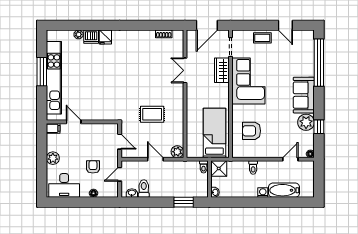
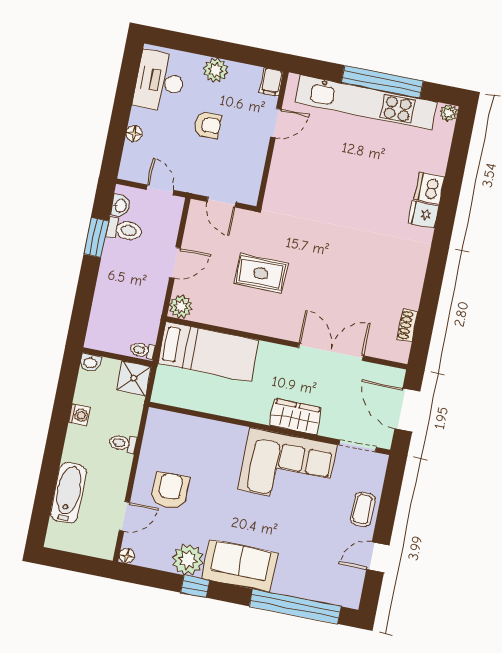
plant: (79, 34) -> (449, 113), moved
double door: (185, 70) -> (331, 352), width x1.37
wardrobe: (222, 70) -> (295, 417), moved
window: (42, 72) -> (382, 82), width x1.46
rug: (152, 114) -> (261, 273), turned 90
window: (319, 127) -> (195, 586), moved
armchair: (252, 131) -> (170, 491), moved
bed: (214, 133) -> (208, 352), moved
door: (120, 142) -> (221, 202), hinge flipped
door: (290, 159) -> (124, 516), hinge flipped
armchair: (93, 167) -> (208, 125), moved
washing machine: (263, 193) -> (79, 415), moved
window: (184, 202) -> (96, 238), moved

